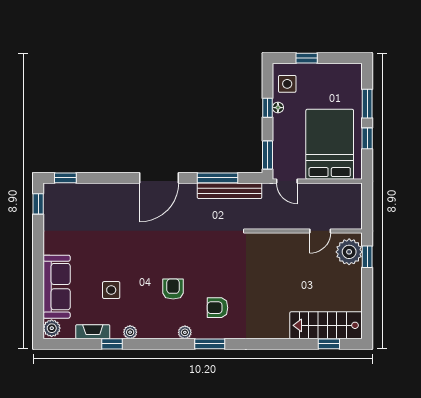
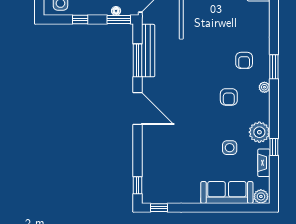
floor lamp: (278, 108) -> (116, 11), moved
armchair: (173, 289) -> (229, 97), turned -90
plant: (130, 332) -> (259, 132), width x1.88, depth x1.88

